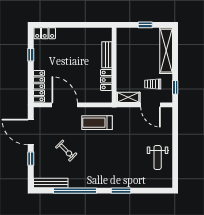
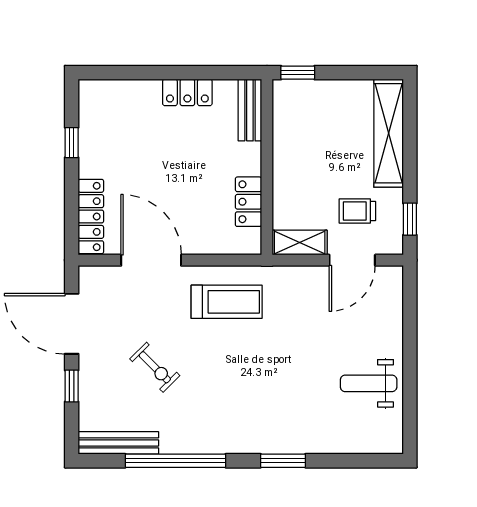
window: (145, 25) -> (298, 73), moved
locker: (45, 33) -> (187, 92), moved
bench: (107, 55) -> (250, 110), moved
door: (151, 105) -> (352, 260), hinge flipped
treadmill: (97, 123) -> (227, 302), turned 180
weight bench: (158, 158) -> (369, 383), turned 90

